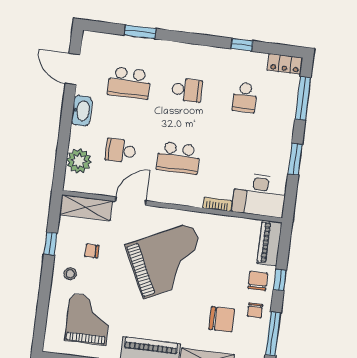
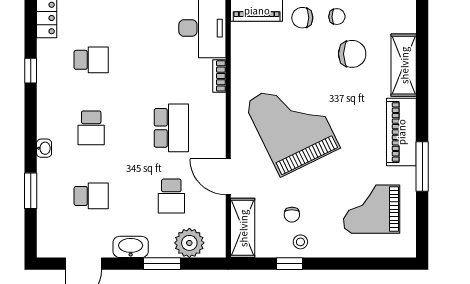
washbasin: (175, 48) -> (44, 148), added
school desk: (129, 83) -> (91, 196), width x0.54
school desk: (187, 90) -> (91, 128), turned 180
window: (64, 136) -> (162, 264), added
stool: (70, 274) -> (300, 242), moved
chair: (222, 319) -> (352, 54), turned 90

